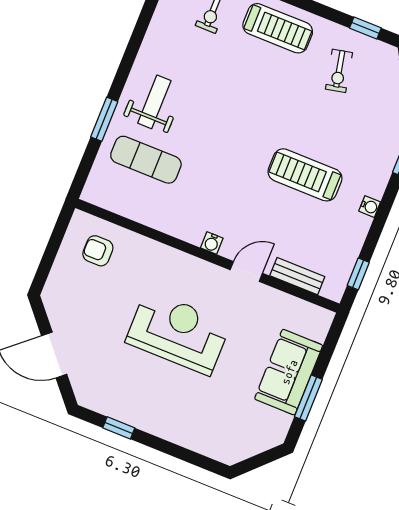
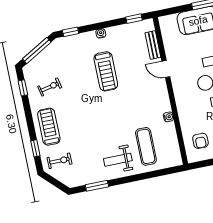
window: (104, 119) -> (97, 186), moved
water cooler: (212, 243) -> (168, 117), moved

